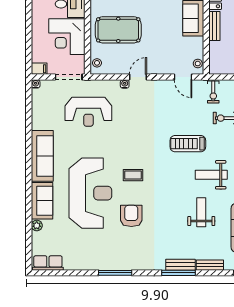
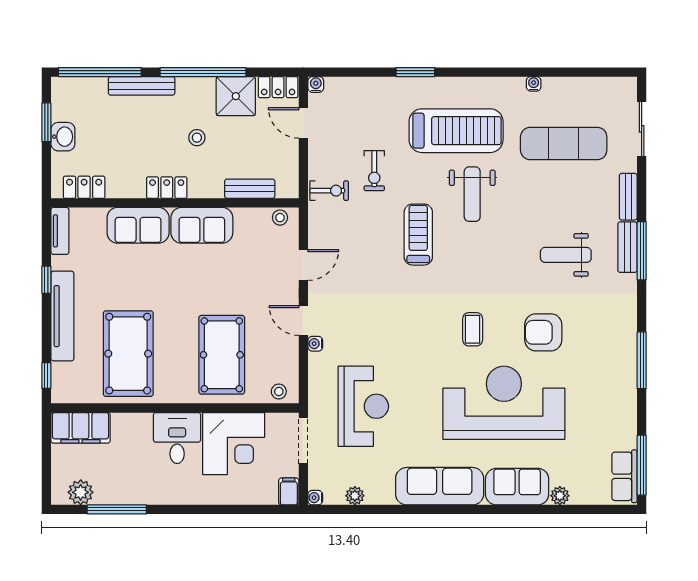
bench: (214, 26) -> (250, 189), moved
door: (183, 77) -> (303, 265), moved
plant: (37, 107) -> (355, 496), added
treadmill: (188, 144) -> (418, 235), turned 180
weight bench: (201, 212) -> (566, 255), moved
window: (54, 273) -> (642, 465), added

